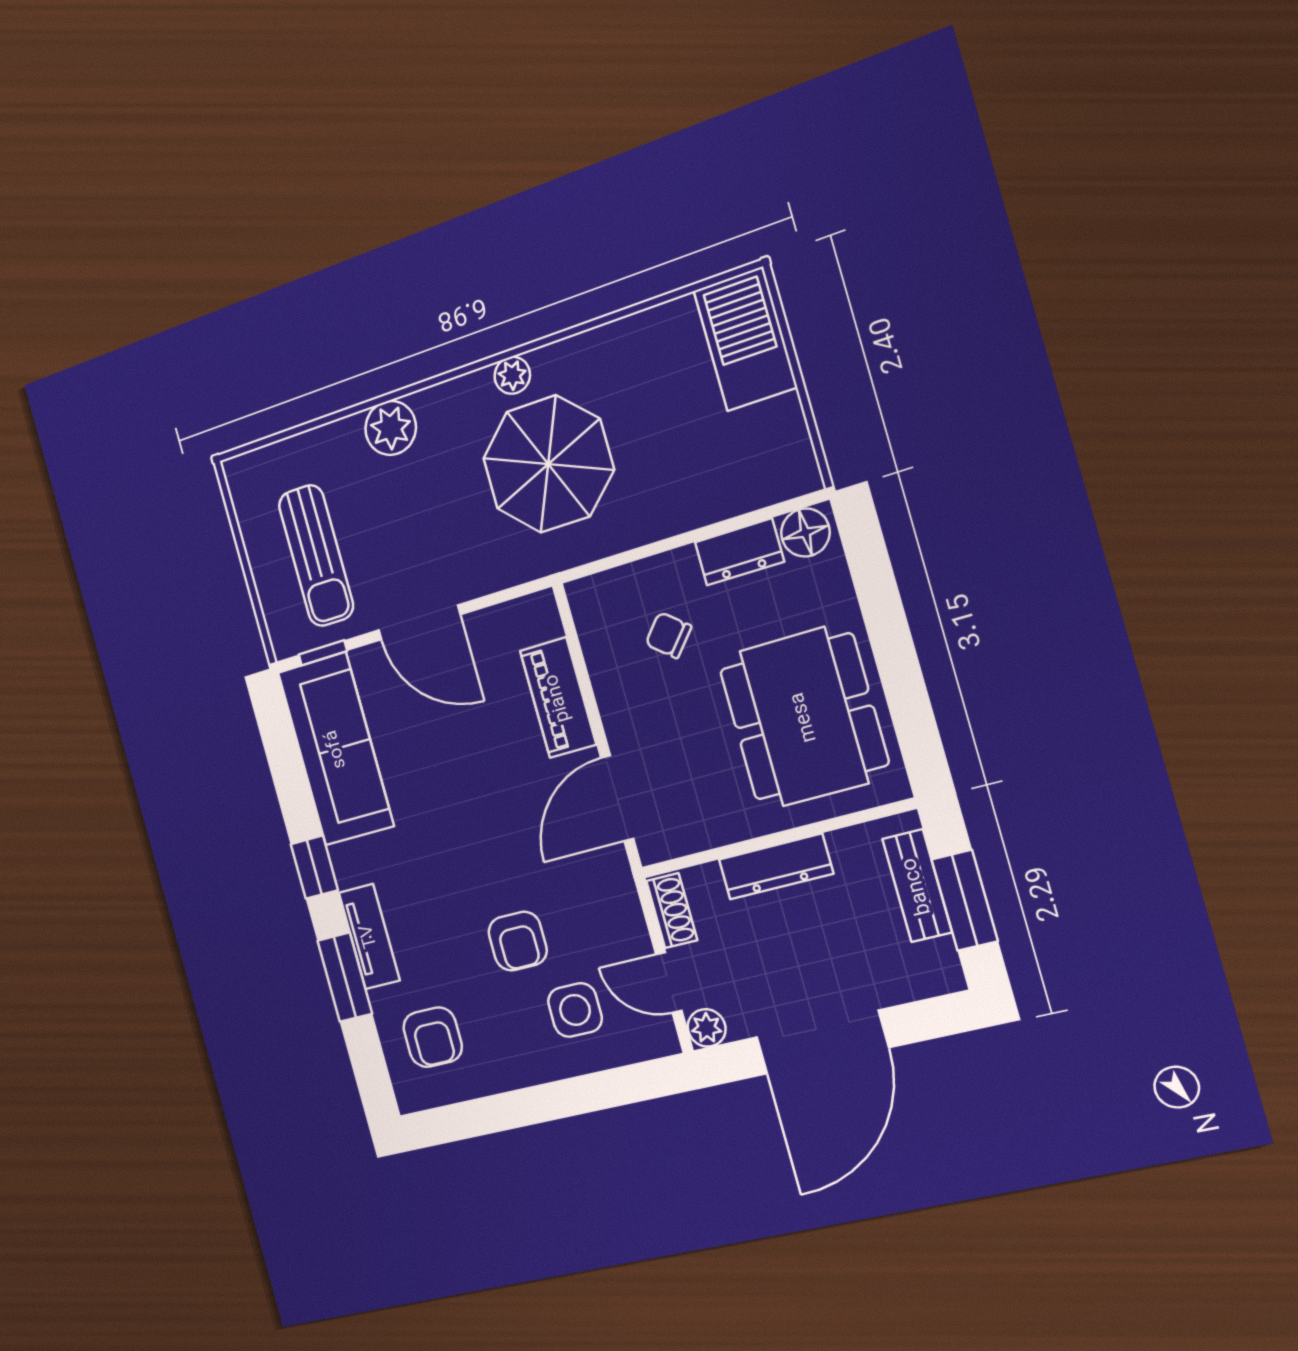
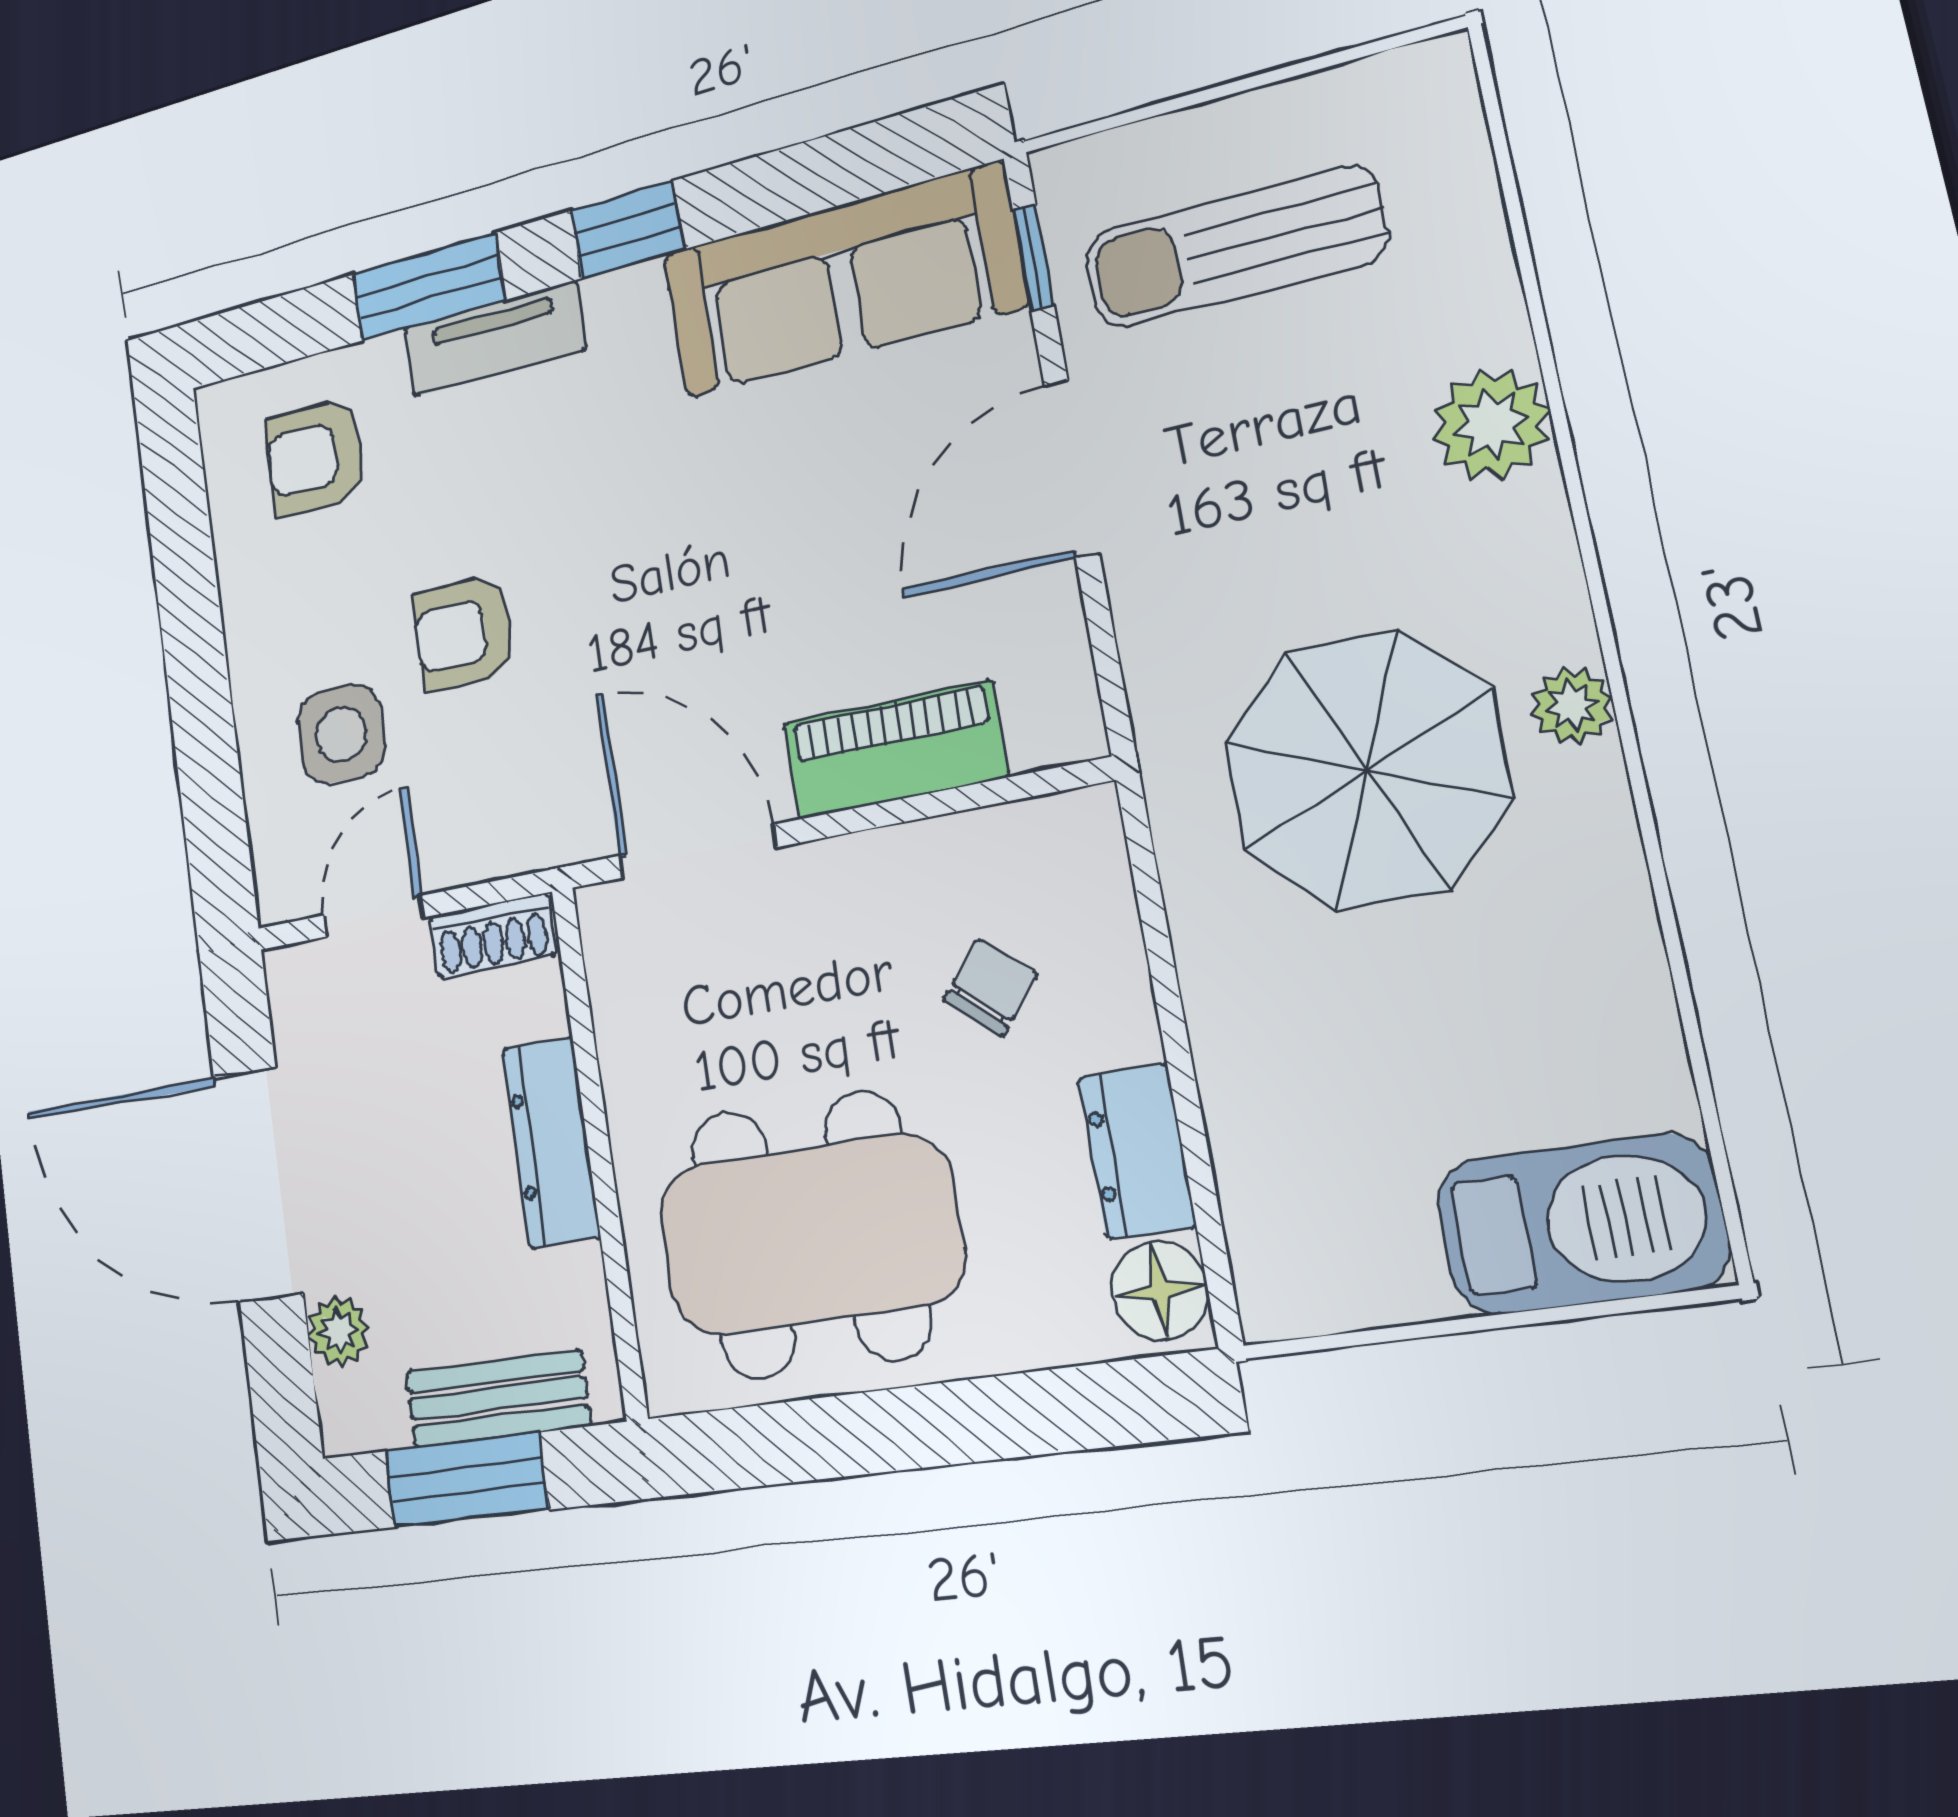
plant: (707, 1028) -> (338, 1331), moved

